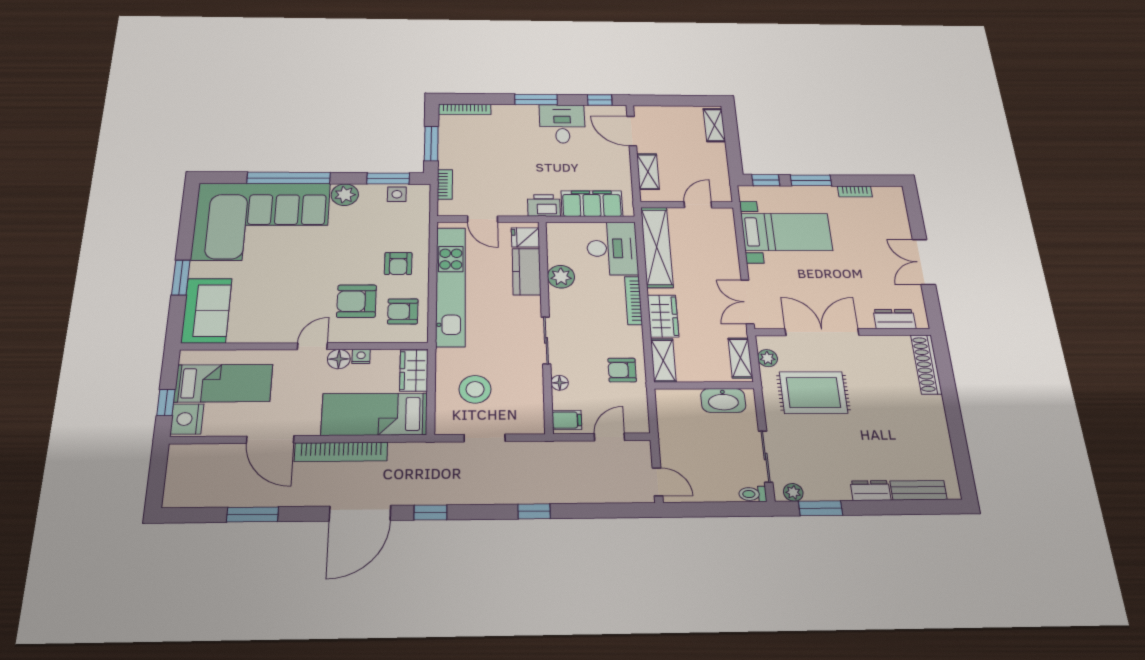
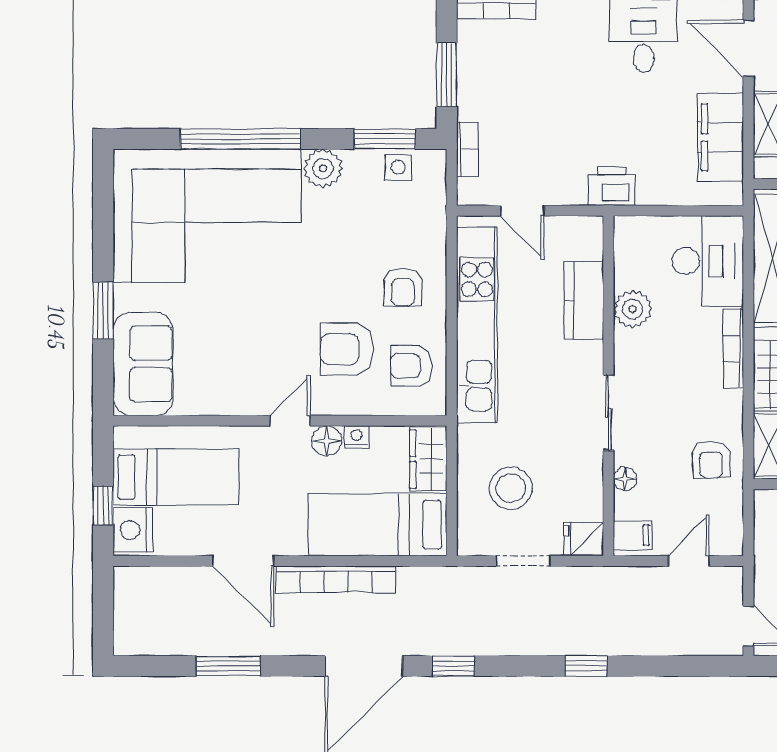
filing cabinet: (592, 204) -> (721, 137), moved, turned -90
fridge: (525, 237) -> (584, 539), moved
armchair: (622, 370) -> (711, 460), turned -92

